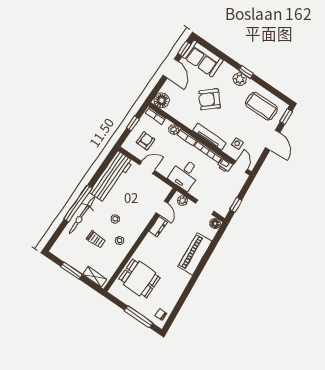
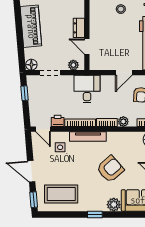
plant: (240, 79) -> (114, 205), moved

